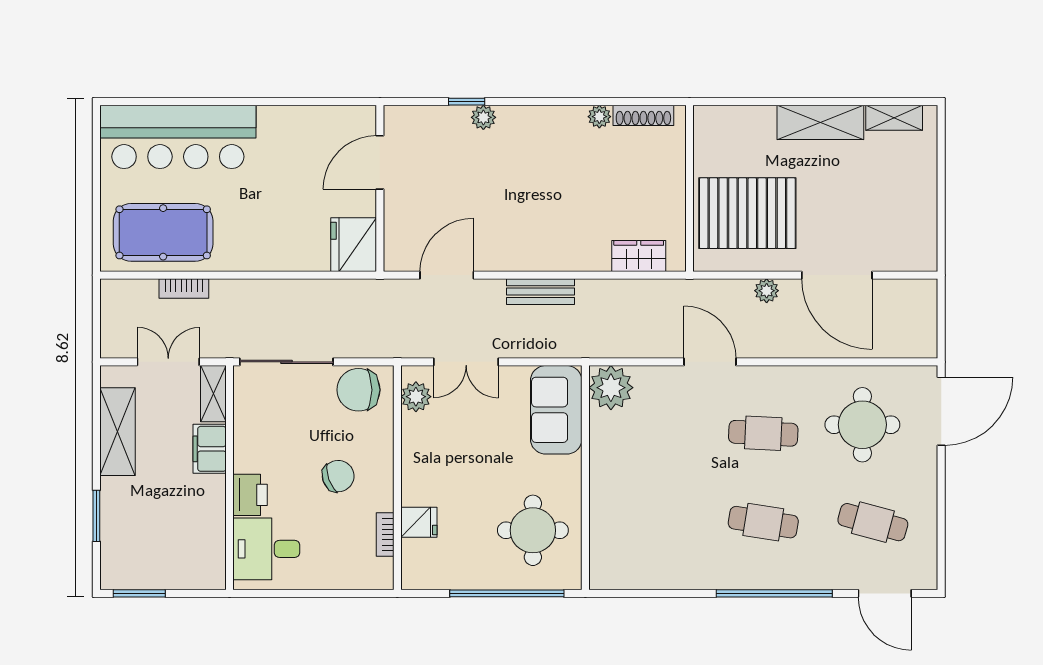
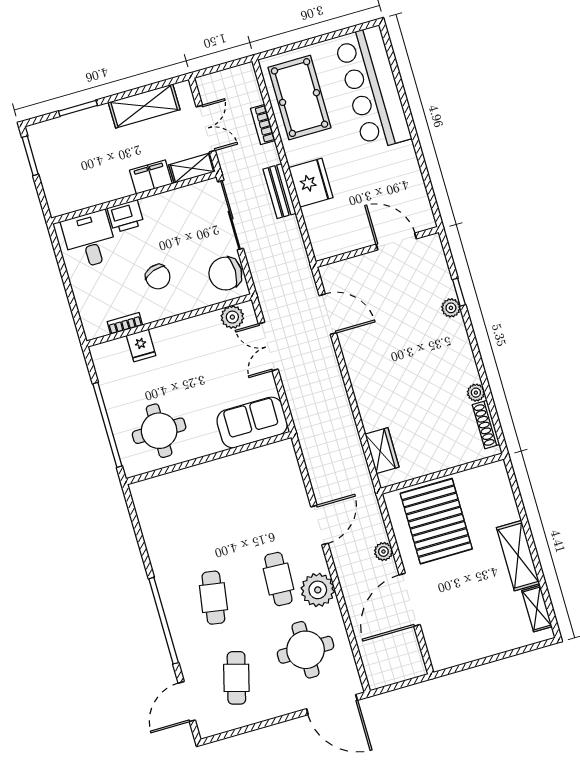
fridge: (354, 245) -> (311, 183), moved, turned 90
bench: (540, 292) -> (279, 191), moved
plant: (611, 388) -> (318, 590), moved
chair: (358, 390) -> (225, 274), turned -90

